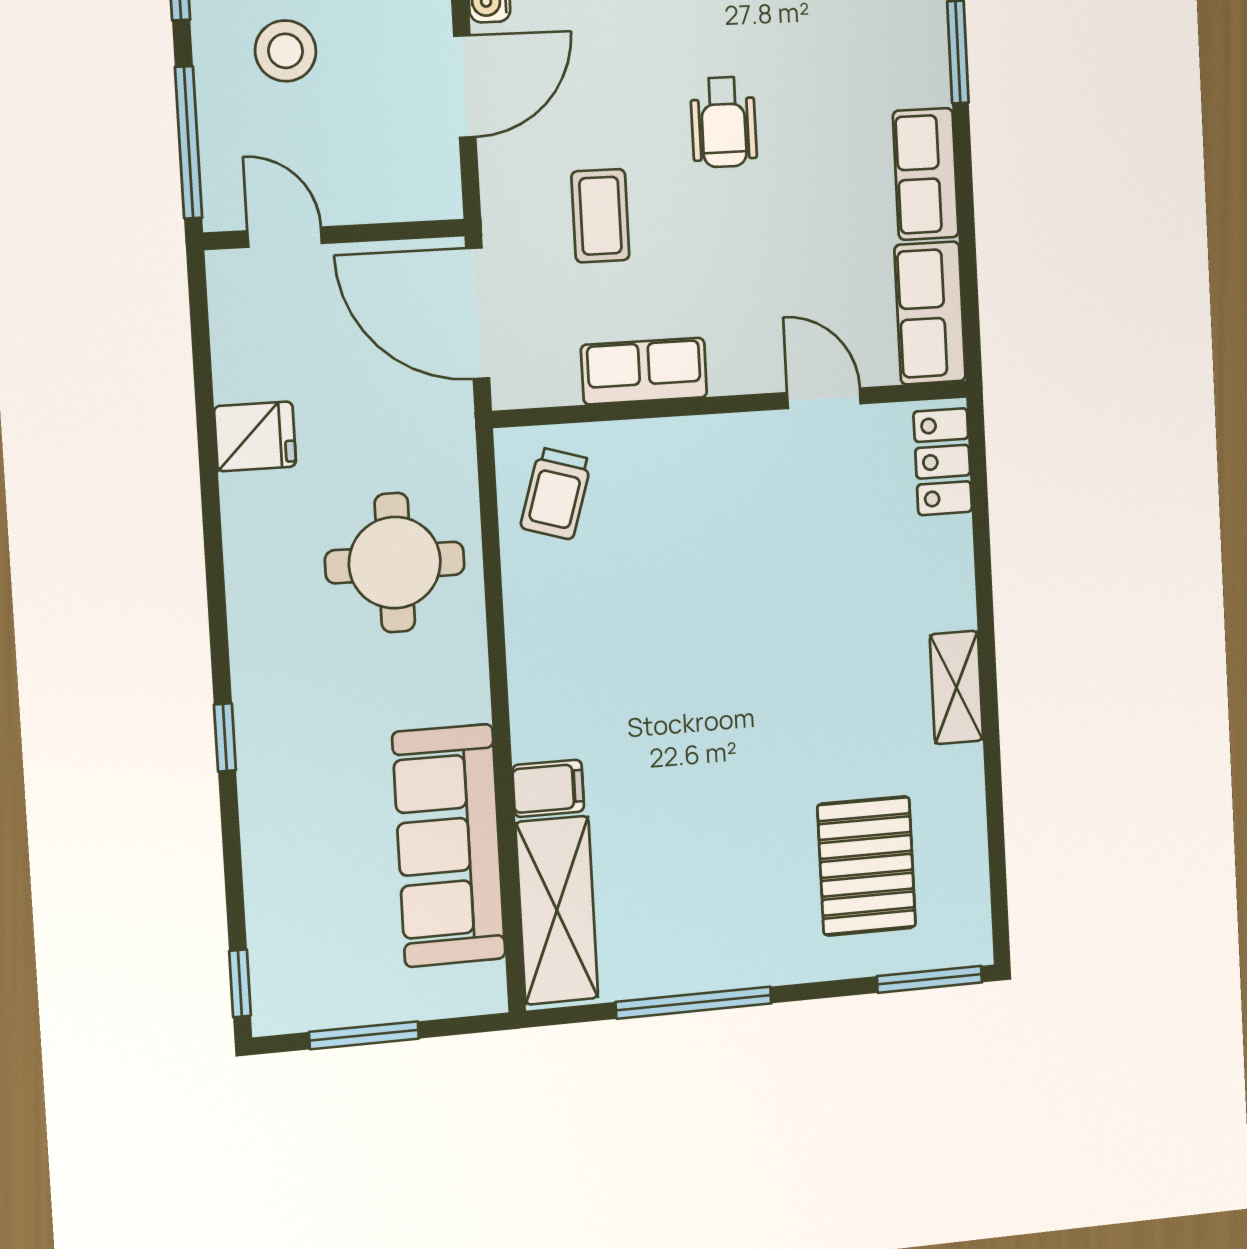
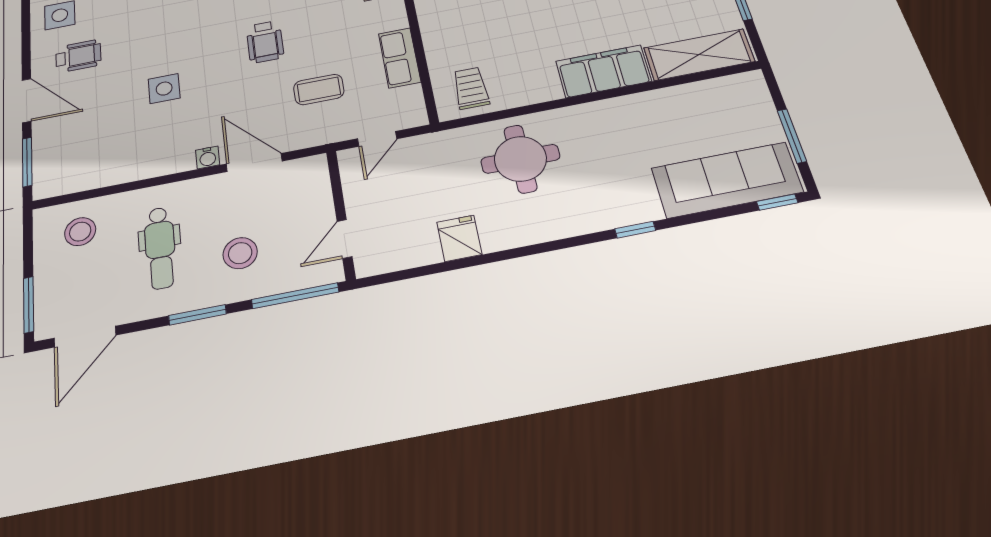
wheelchair: (724, 122) -> (265, 42), turned 90
door: (478, 313) -> (377, 139), width x0.53
trolley: (556, 494) -> (471, 88), turned -107
filing cabinet: (548, 788) -> (603, 71), width x3.00, depth x1.17
sofa: (449, 845) -> (727, 180), moved, turned 180

